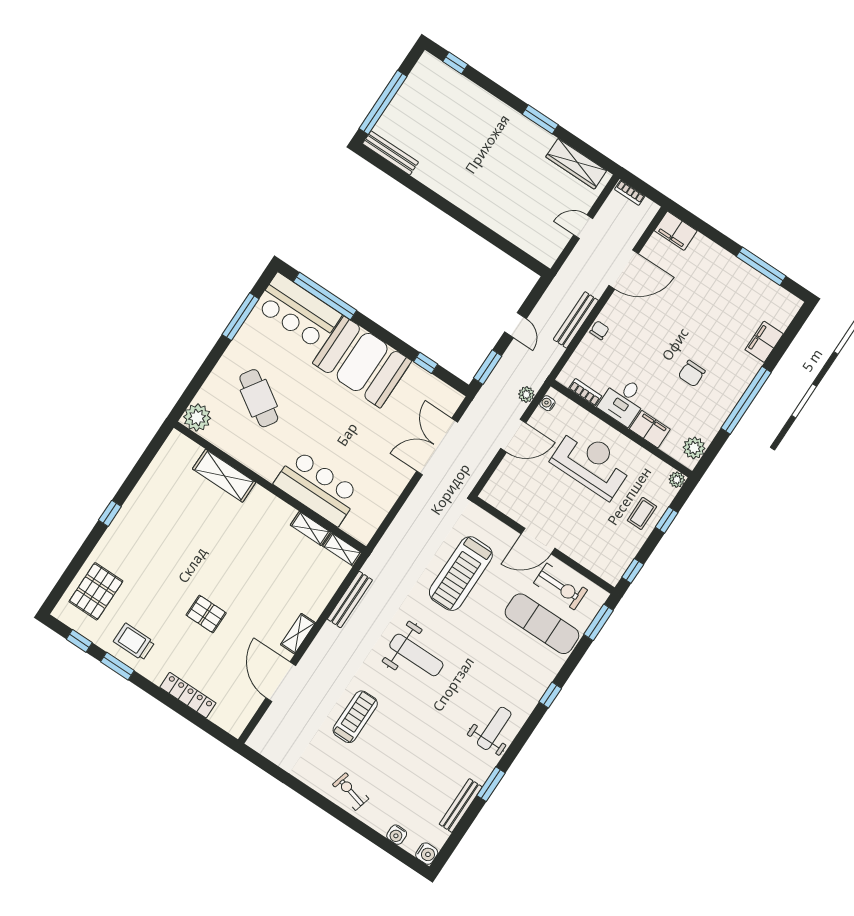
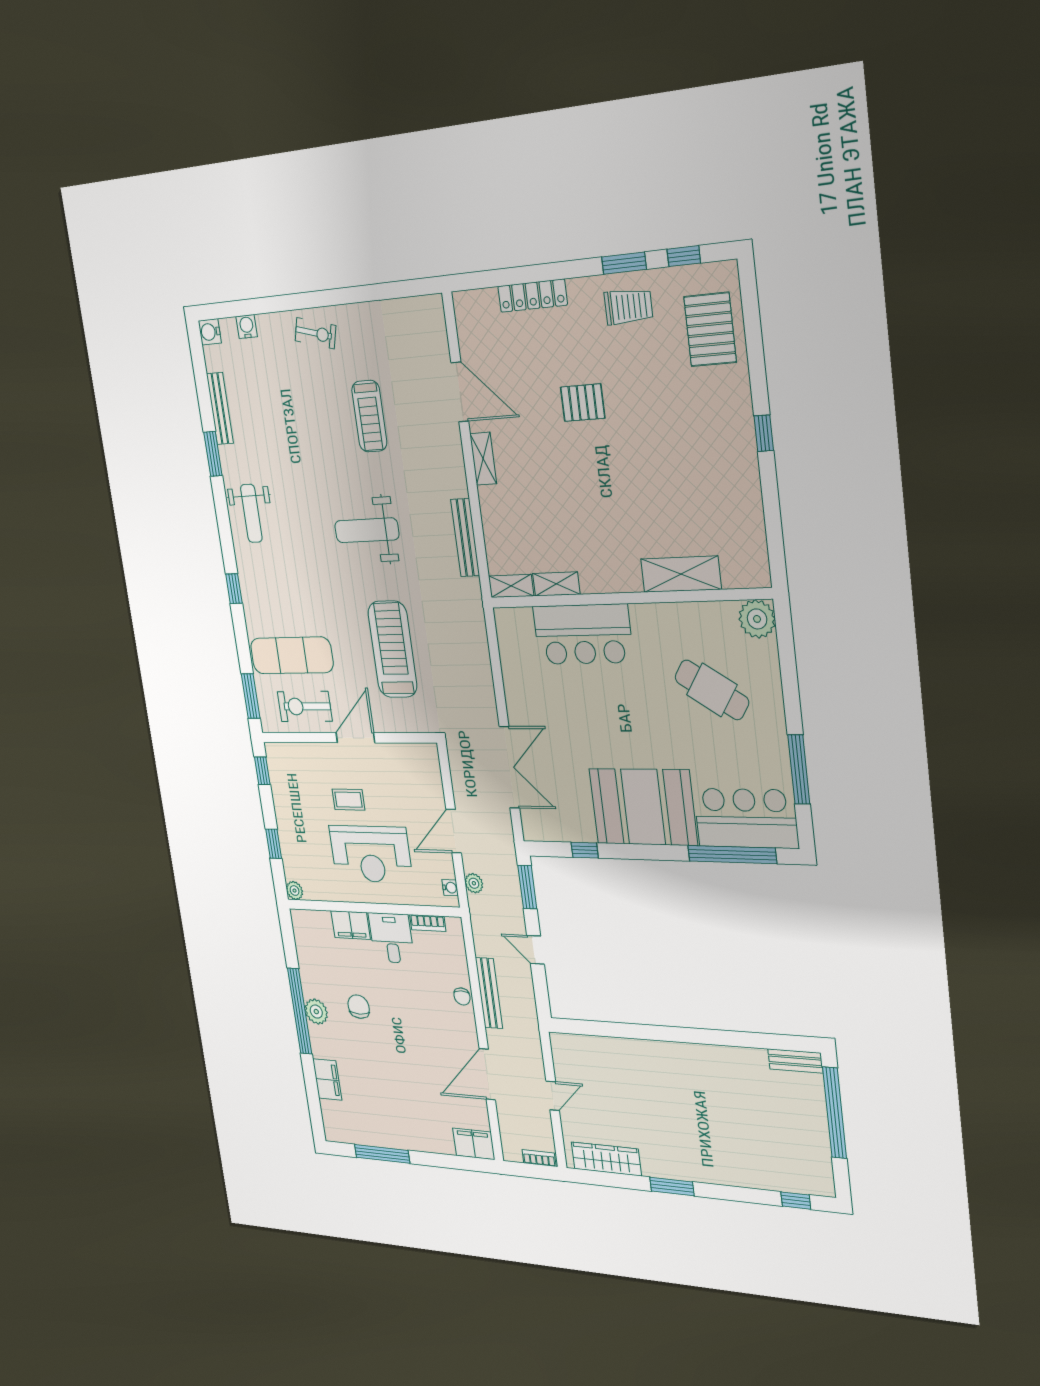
bench: (390, 153) -> (795, 1061), width x0.73
plant: (694, 448) -> (316, 1012), moved
coffee table: (642, 513) -> (348, 800), moved, turned 90

